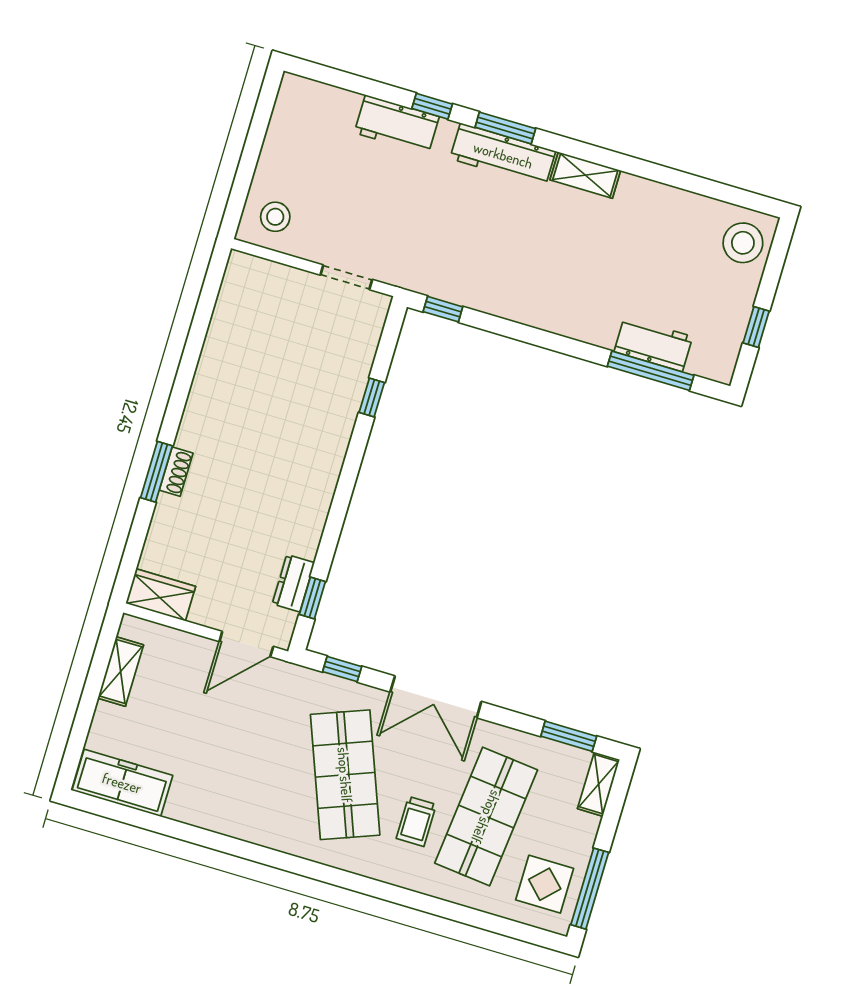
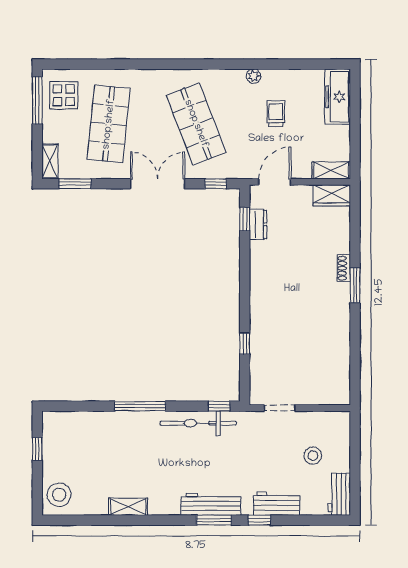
shelving: (585, 175) -> (128, 507), moved
stool: (275, 217) -> (313, 456), moved
bicycle: (485, 292) -> (198, 423), added
workbench: (653, 344) -> (339, 494), moved, turned 90
window: (651, 371) -> (140, 406), moved
window: (157, 472) -> (355, 285), moved
shelving: (121, 671) -> (331, 170), moved, turned 90
freezer: (122, 783) -> (338, 97), moved, turned 90
trolley: (416, 821) -> (276, 113), moved
plant: (230, 824) -> (254, 76), added

